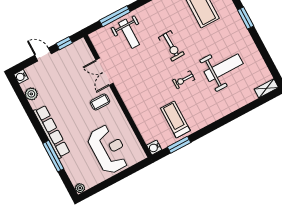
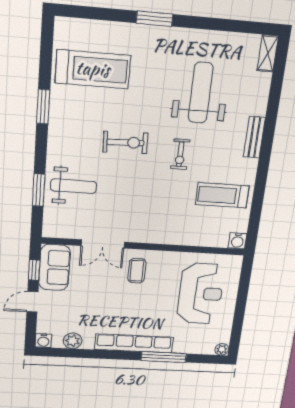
window: (115, 16) -> (39, 190), width x0.69
sofa: (73, 54) -> (54, 267), added
bench: (219, 114) -> (254, 137), added
window: (179, 145) -> (256, 210), removed
reception desk: (108, 149) -> (201, 294), turned 90

